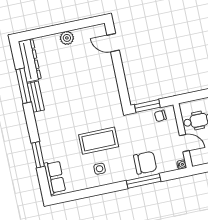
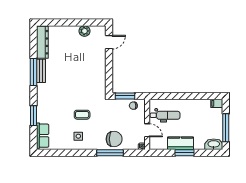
plant: (67, 38) -> (85, 31), moved
door: (113, 43) -> (109, 42), swing flipped
window: (23, 86) -> (33, 72), moved
coffee table: (99, 141) -> (82, 115), width x0.54, depth x0.58

